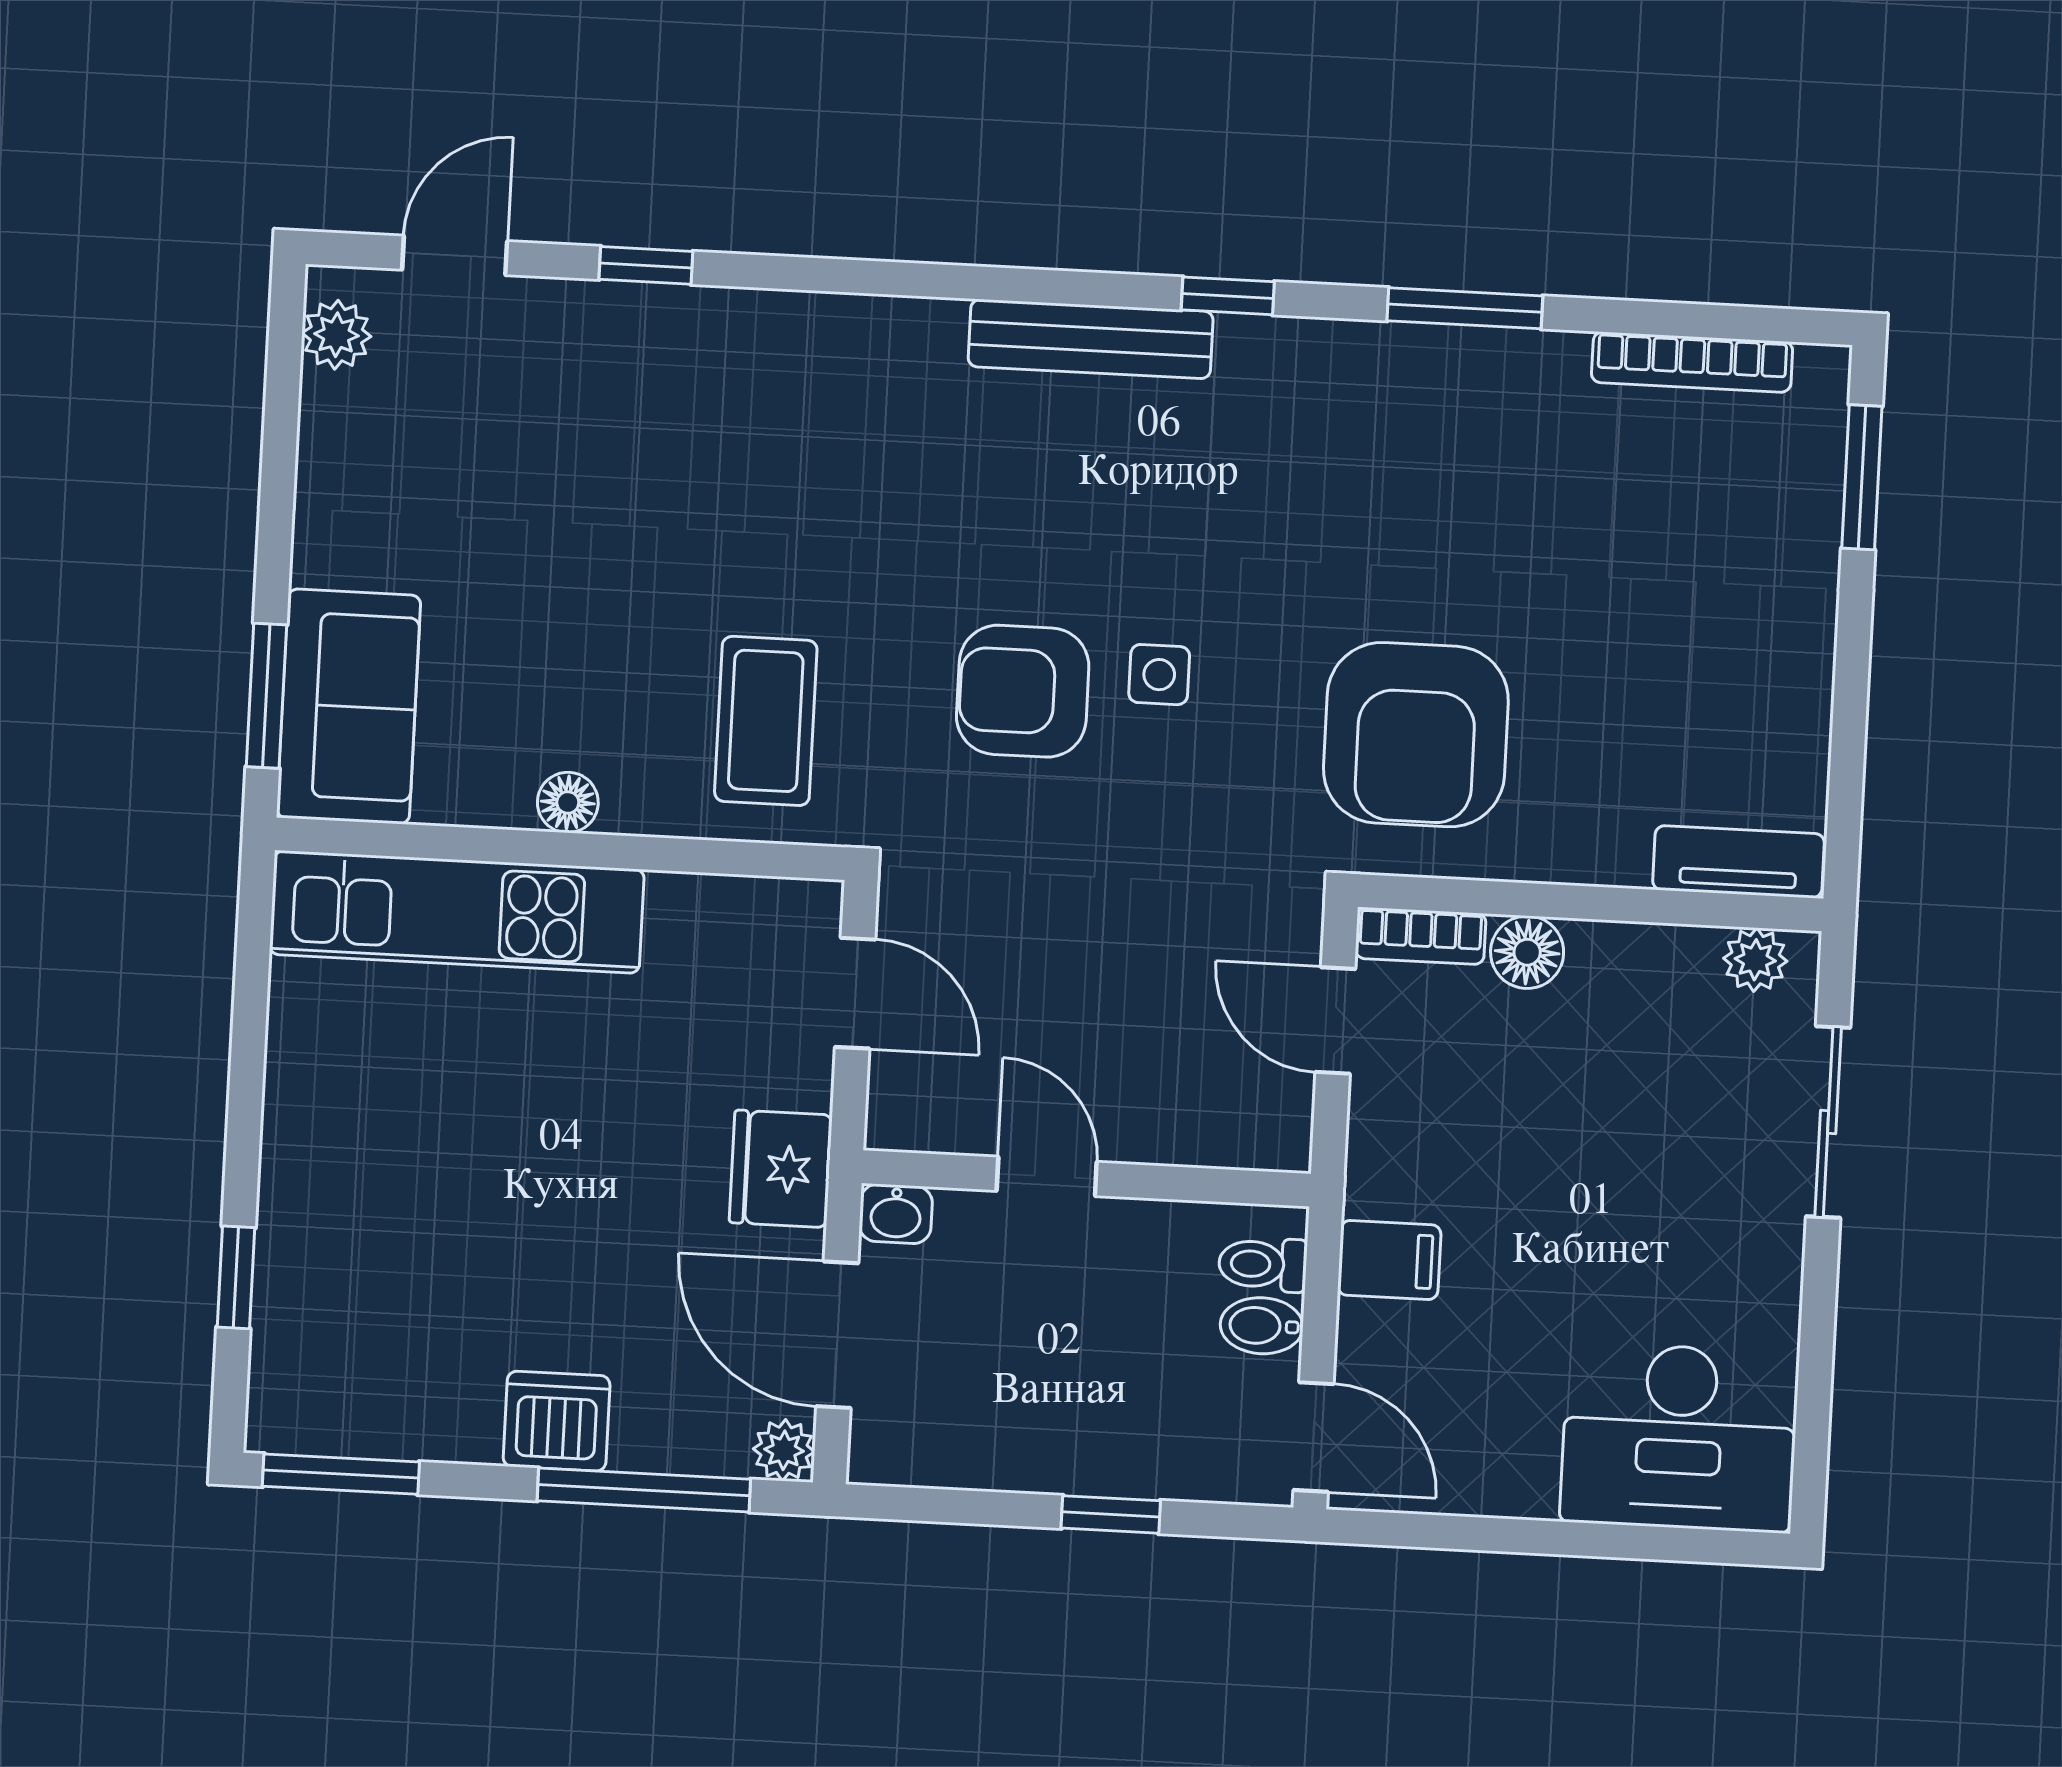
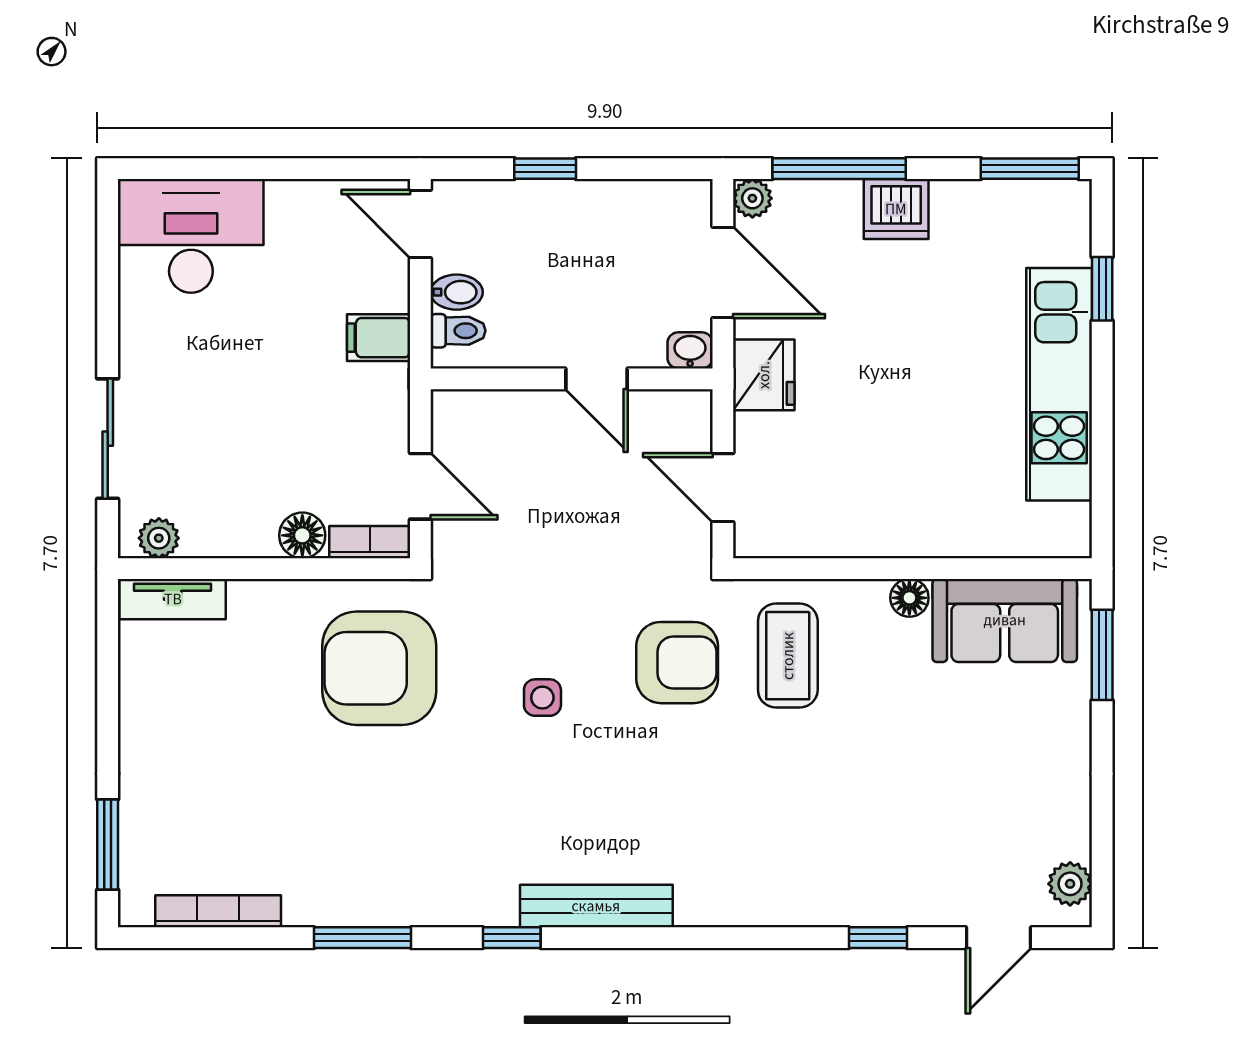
armchair: (1023, 691) -> (677, 663), moved
sofa: (349, 706) -> (1005, 620), moved, turned -90
armchair: (1416, 735) -> (379, 668), turned -90
kitchen unit: (457, 912) -> (1059, 384), moved, turned -90

